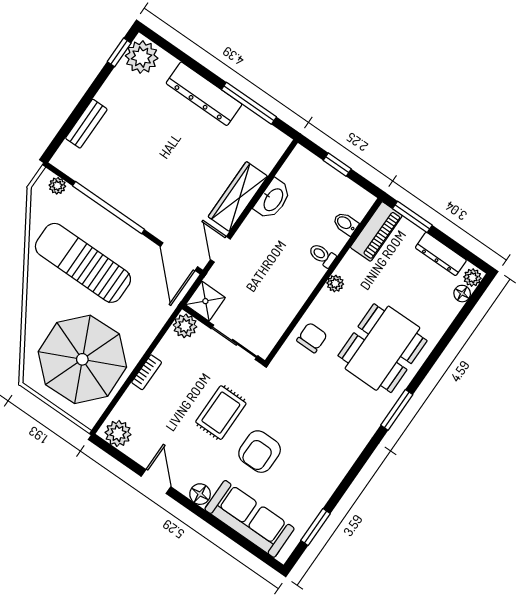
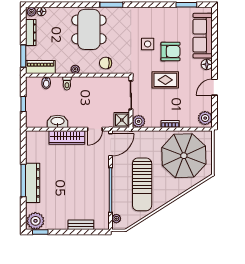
window: (249, 103) -> (23, 181), moved
dining table: (382, 348) -> (89, 29), turned 90
side table: (296, 424) -> (148, 44), added

